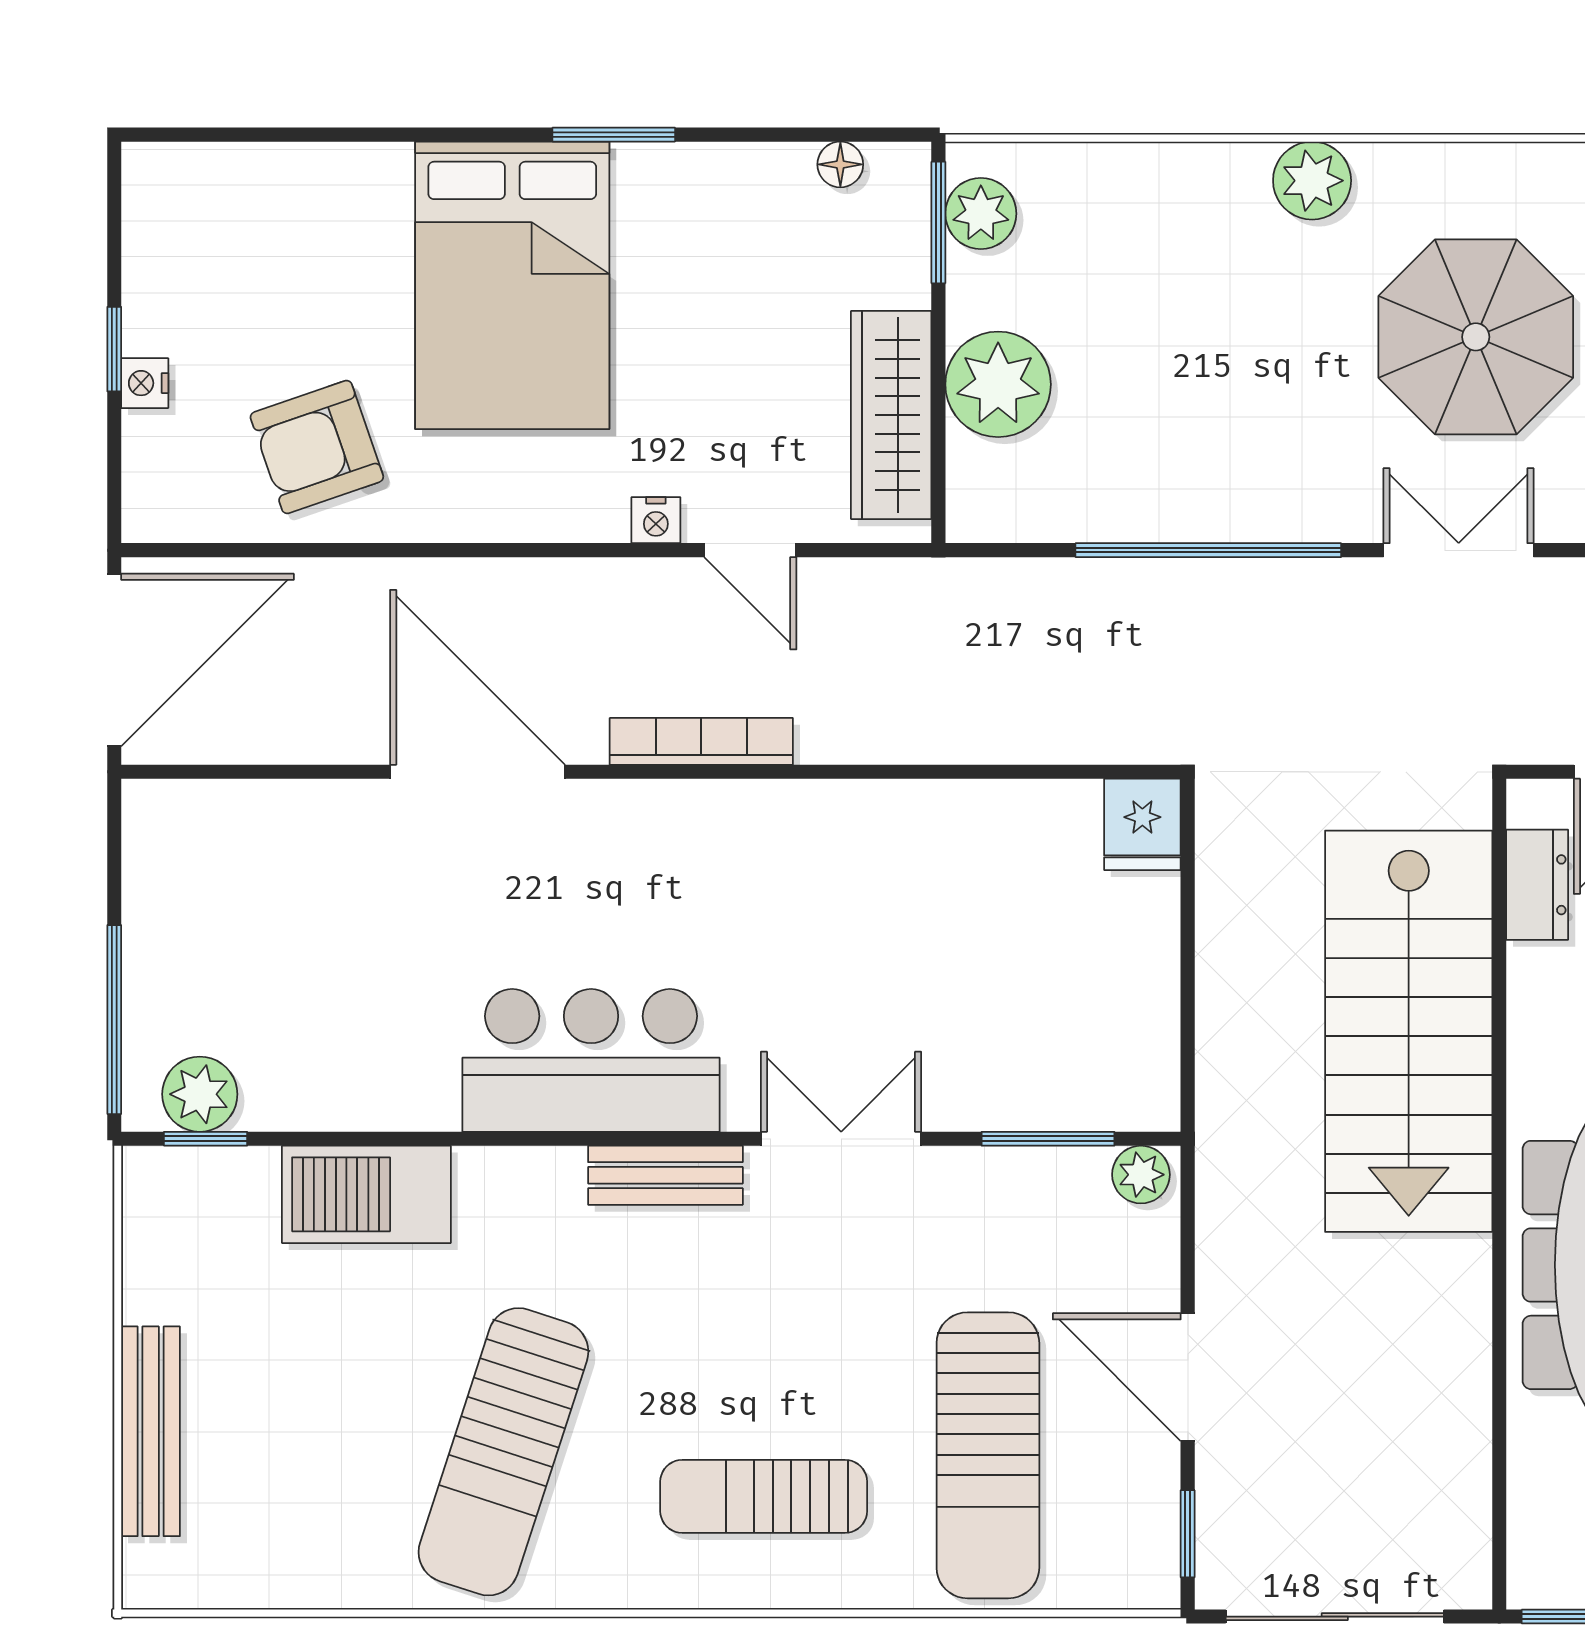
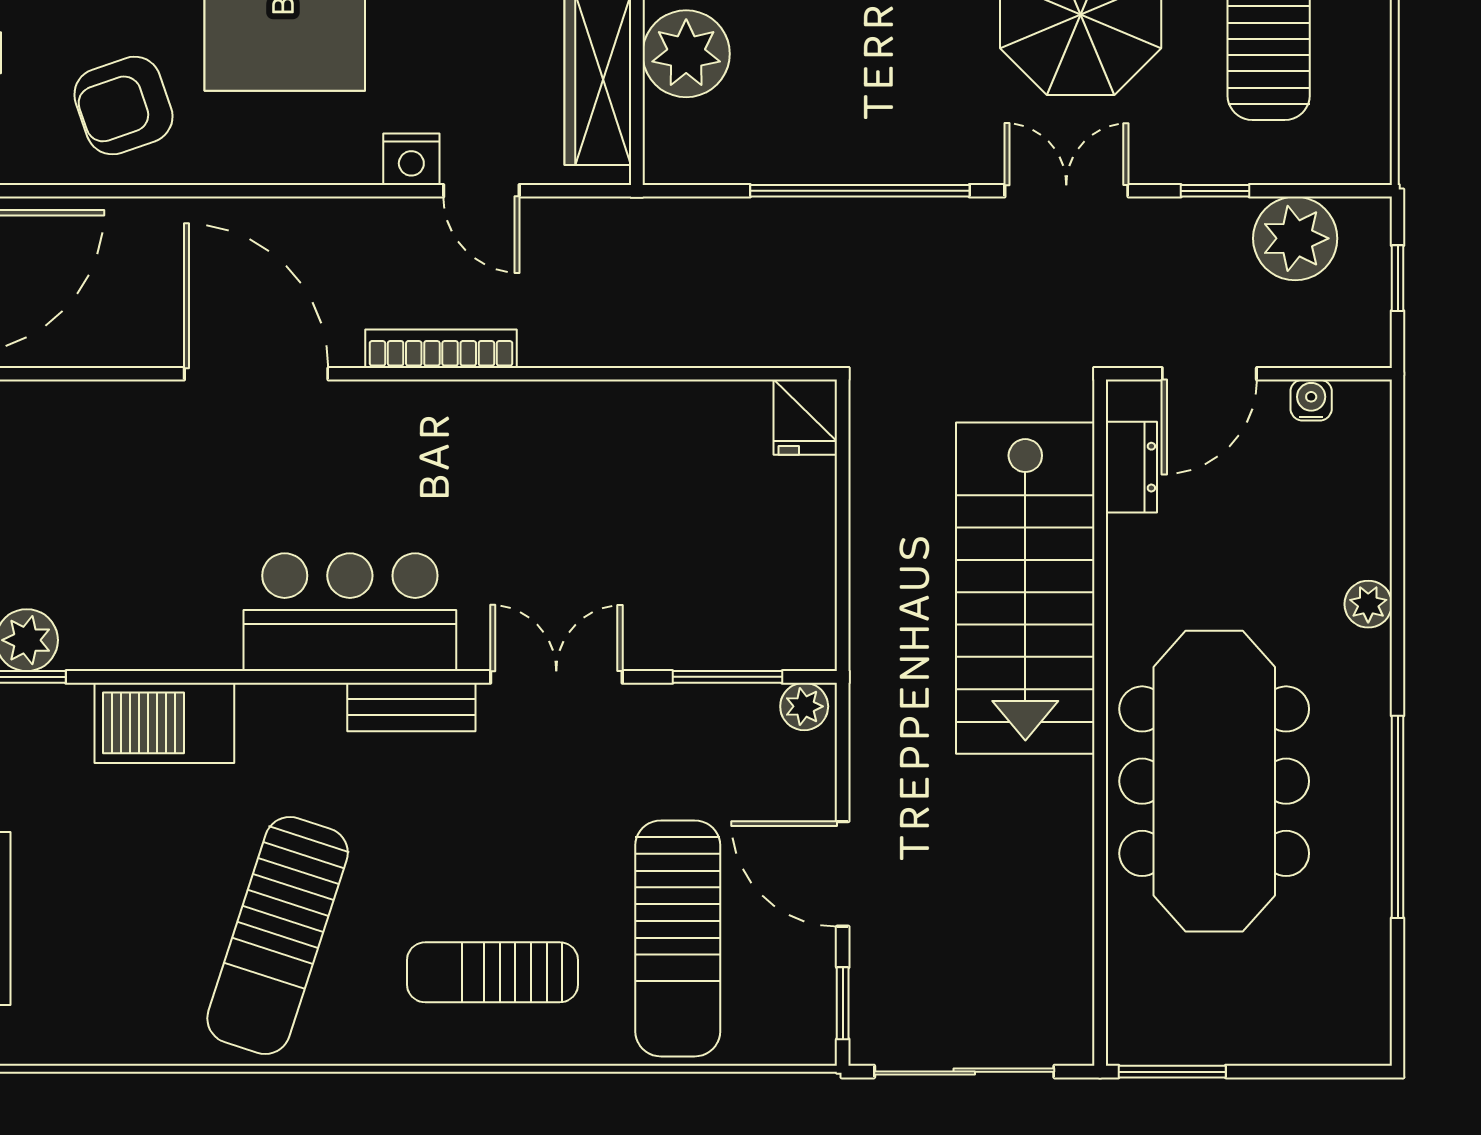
nightstand: (656, 520) -> (411, 159), width x1.39, depth x1.35

